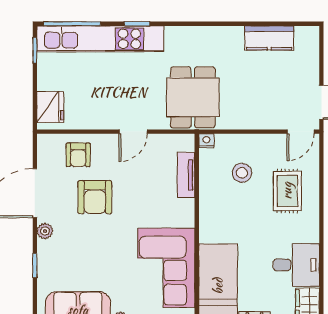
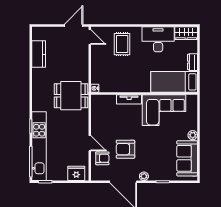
door: (133, 132) -> (90, 143), moved
stool: (242, 173) -> (112, 69), removed
tv unit: (186, 175) -> (129, 99), moved
rug: (287, 191) -> (122, 44), turned 90
armchair: (95, 197) -> (125, 149), turned 180
desk: (296, 265) -> (158, 39), width x1.37

